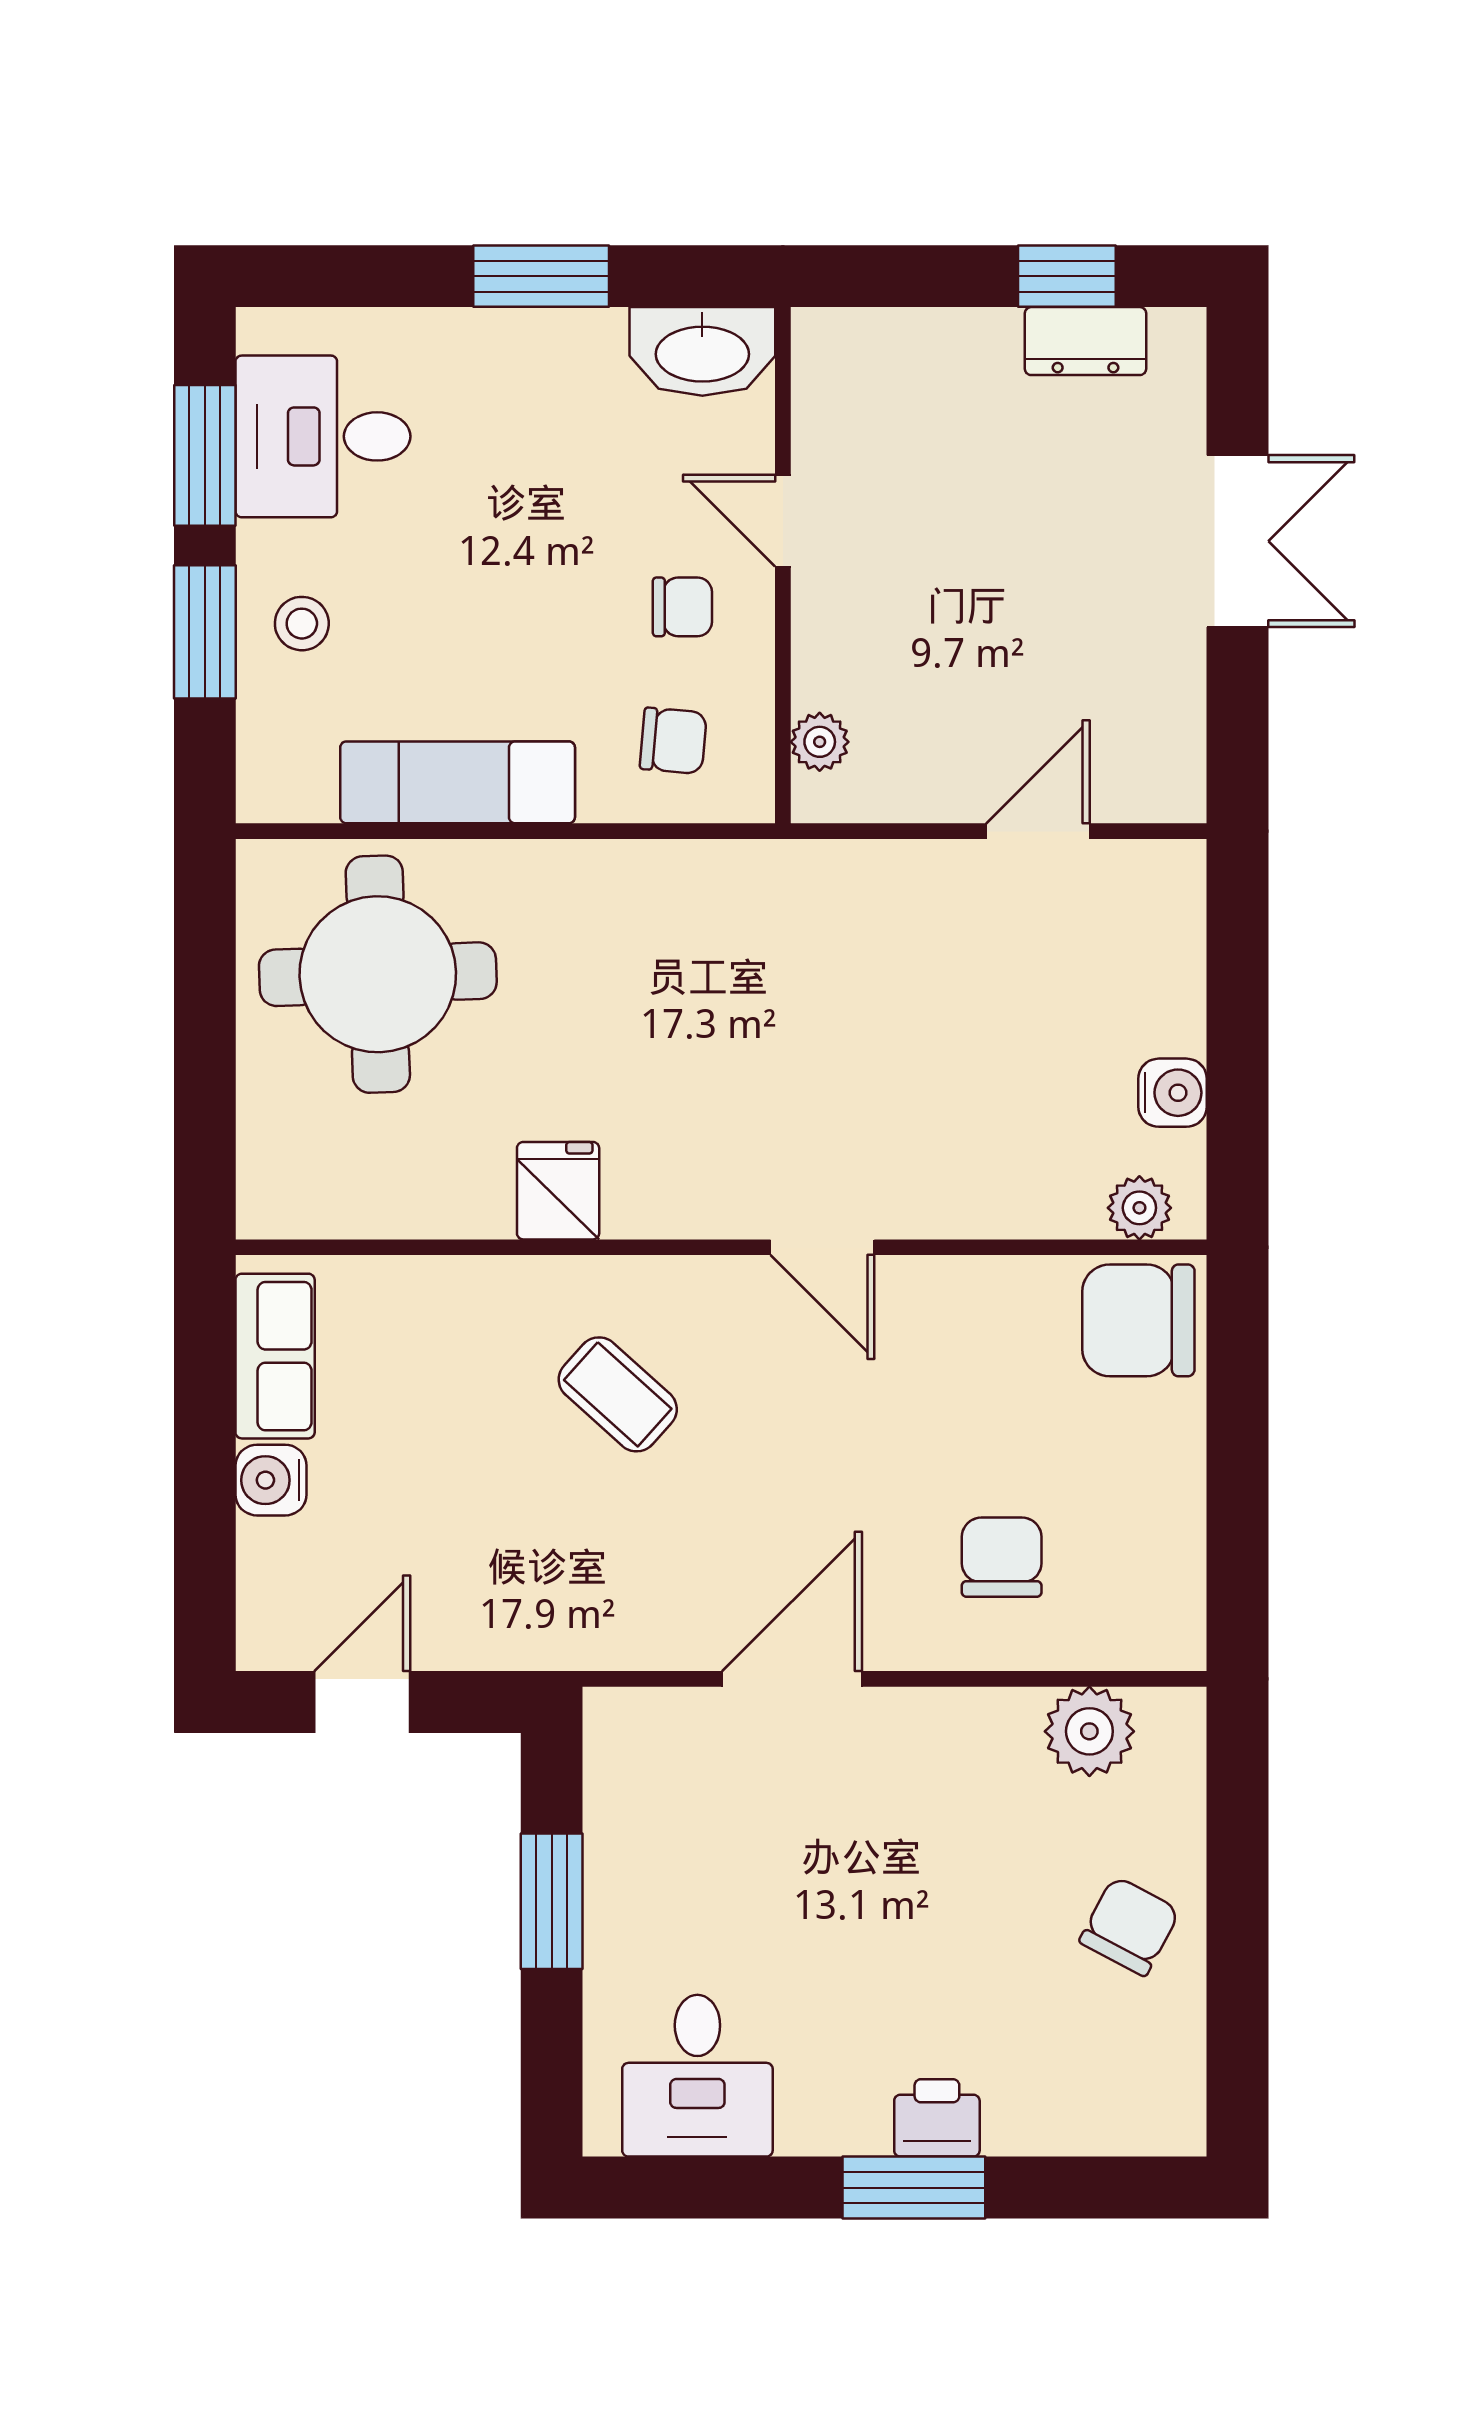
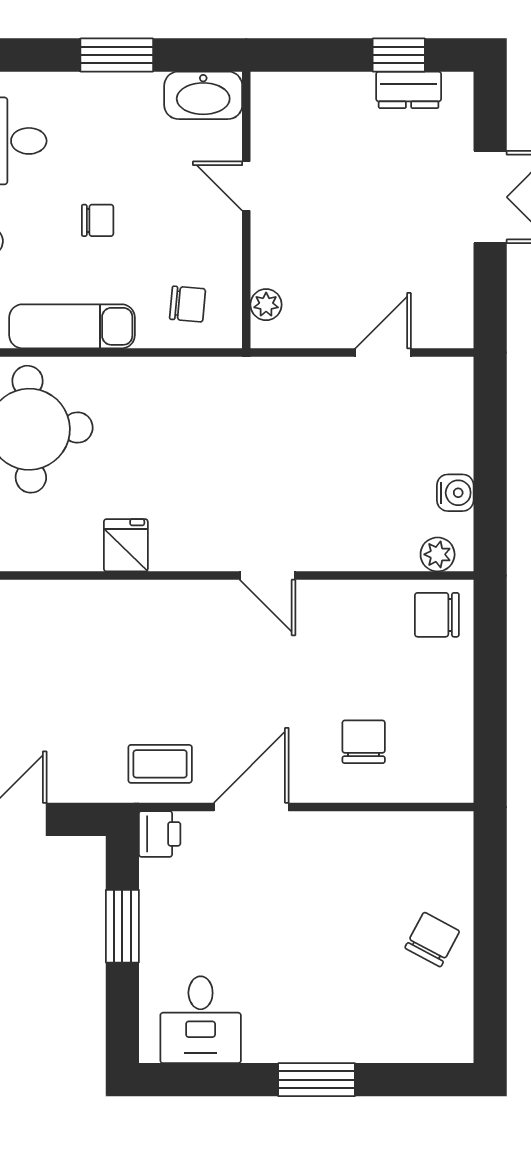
chair: (682, 607) -> (98, 220), moved
chair: (1138, 1320) -> (437, 615), width x0.73, depth x0.73
coffee table: (618, 1394) -> (160, 764), moved, turned -42
plant: (1089, 1731) -> (411, 835), removed
printer: (937, 2118) -> (160, 834), moved, turned 90

